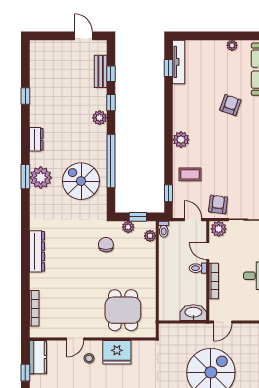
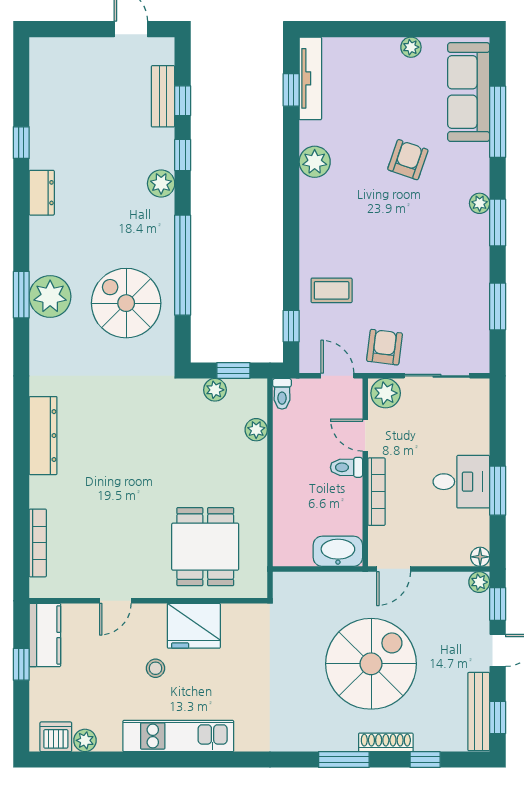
dresser: (36, 139) -> (42, 193), moved
plant: (181, 140) -> (315, 162), moved
plant: (150, 236) -> (256, 430), moved
chair: (106, 245) -> (173, 423), removed
stool: (89, 358) -> (156, 668), moved

